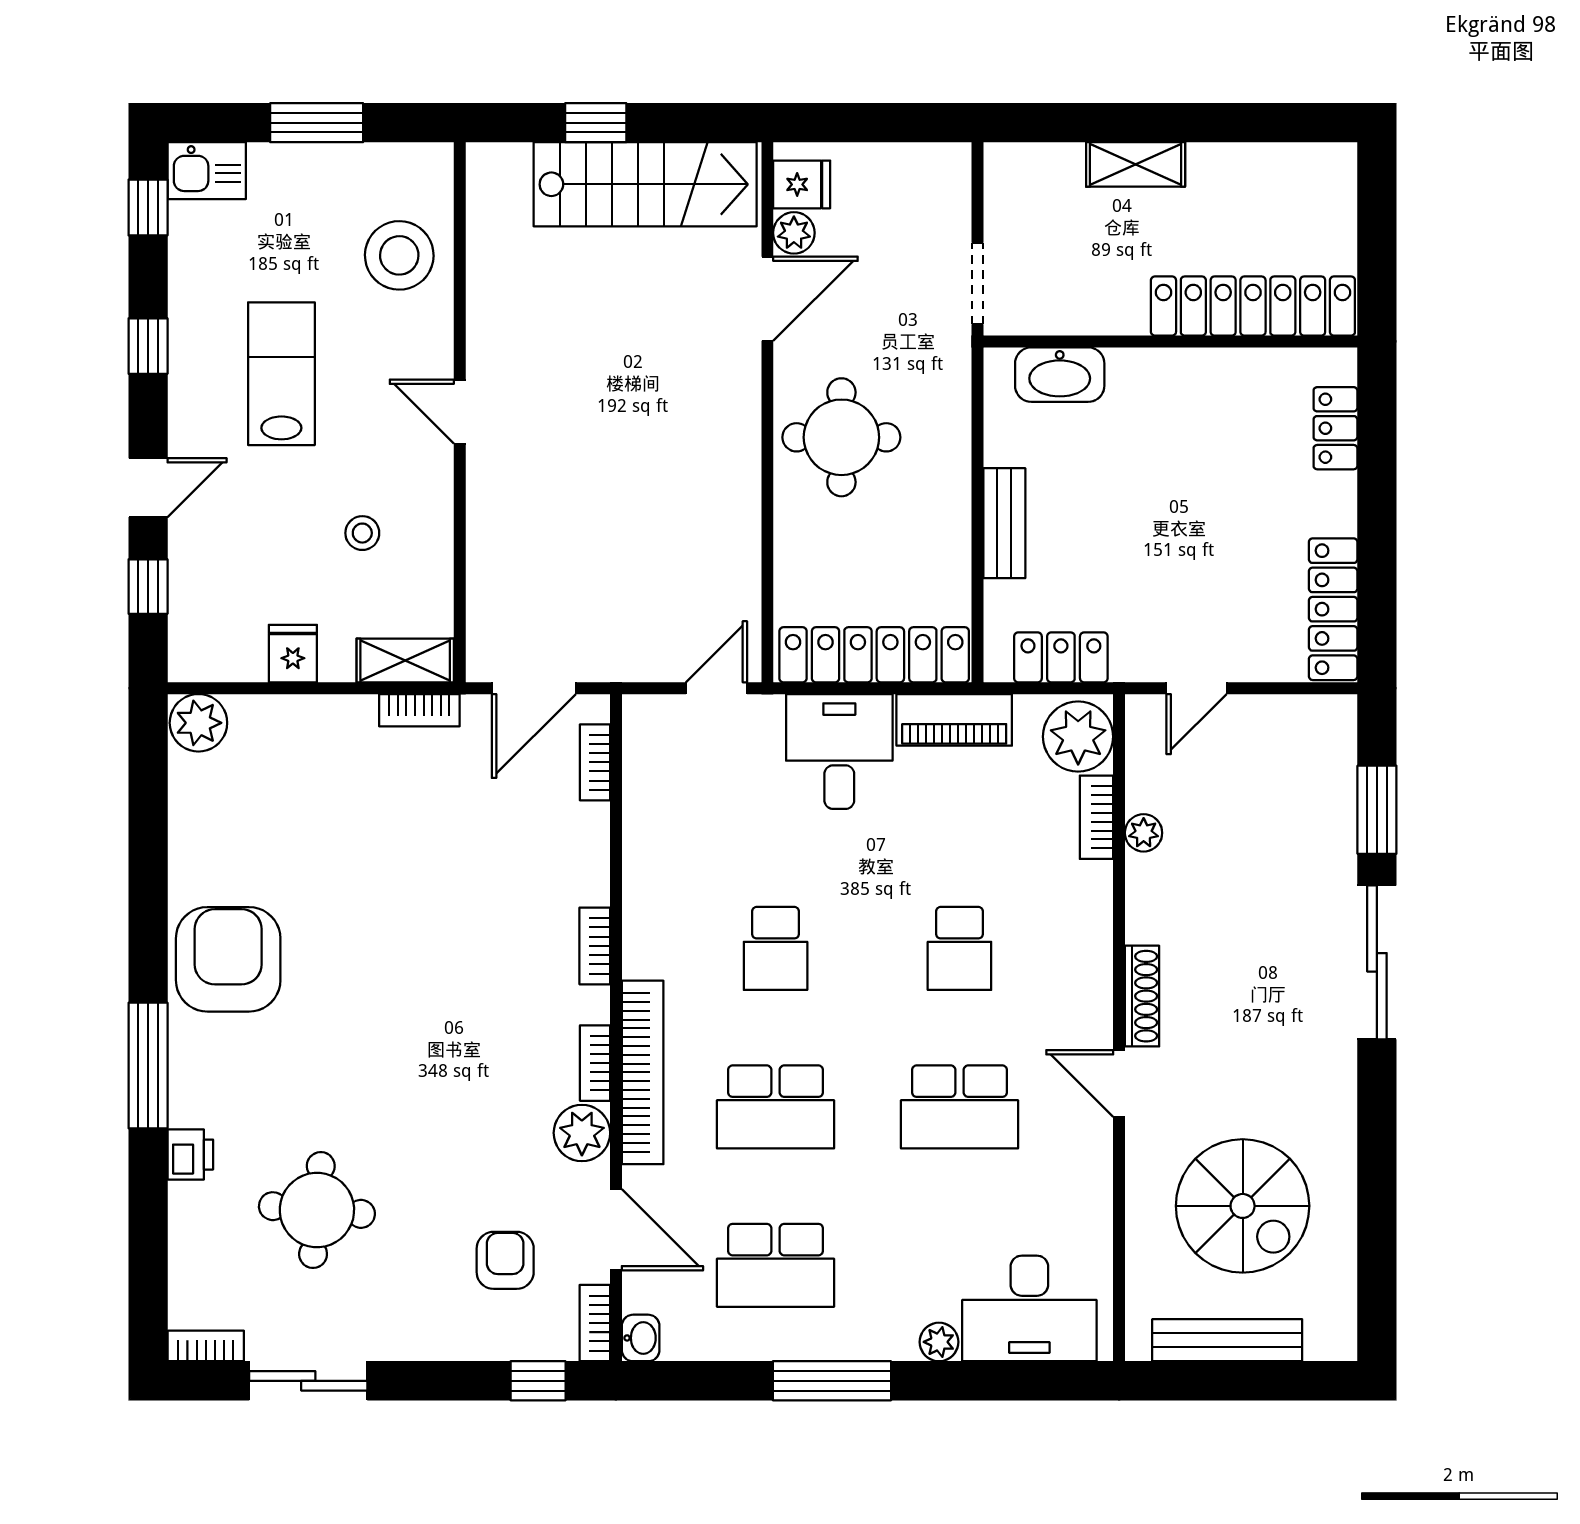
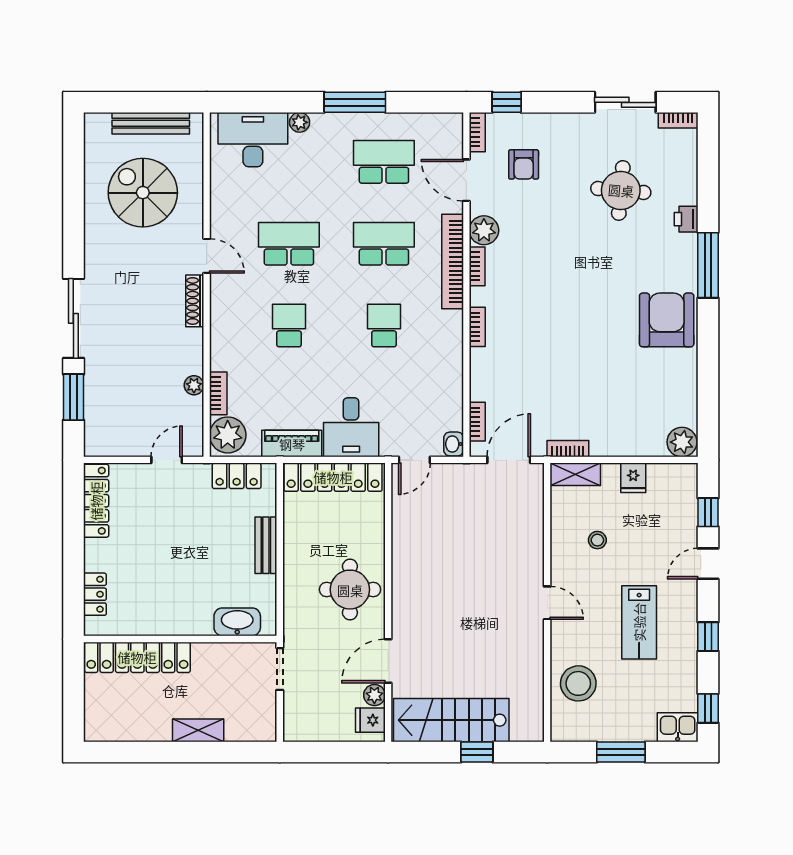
armchair: (228, 959) -> (667, 320), turned 180
washbasin: (641, 1338) -> (454, 444), moved

